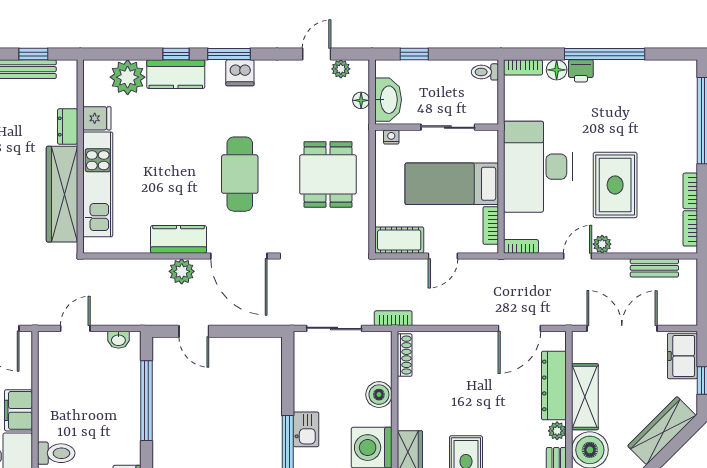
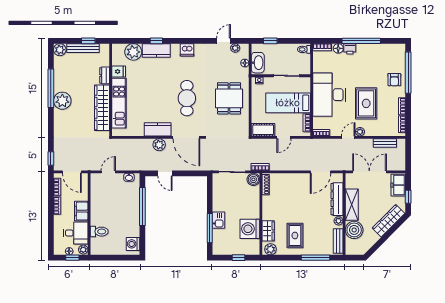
window: (229, 54) -> (182, 41), removed
armchair: (674, 135) -> (394, 80), added
boiler: (379, 395) -> (253, 179), moved

